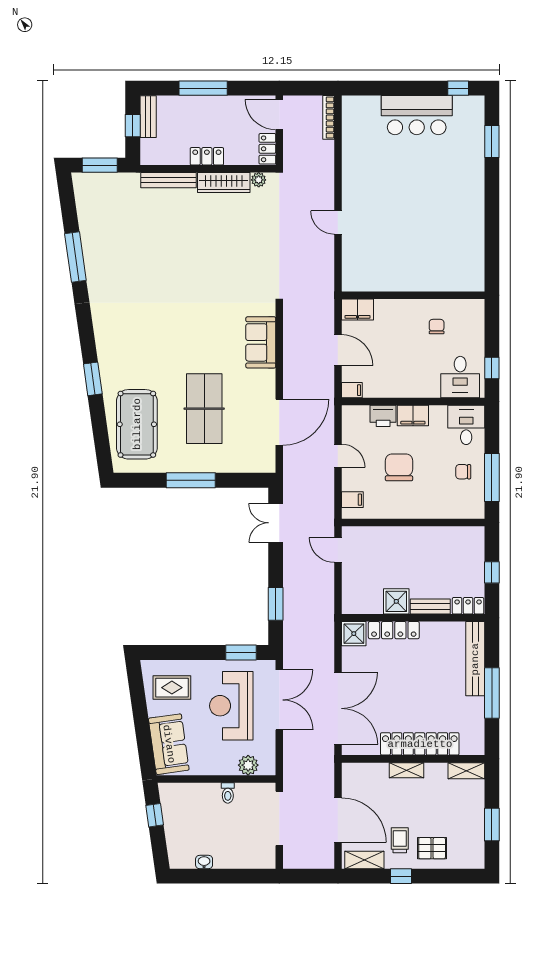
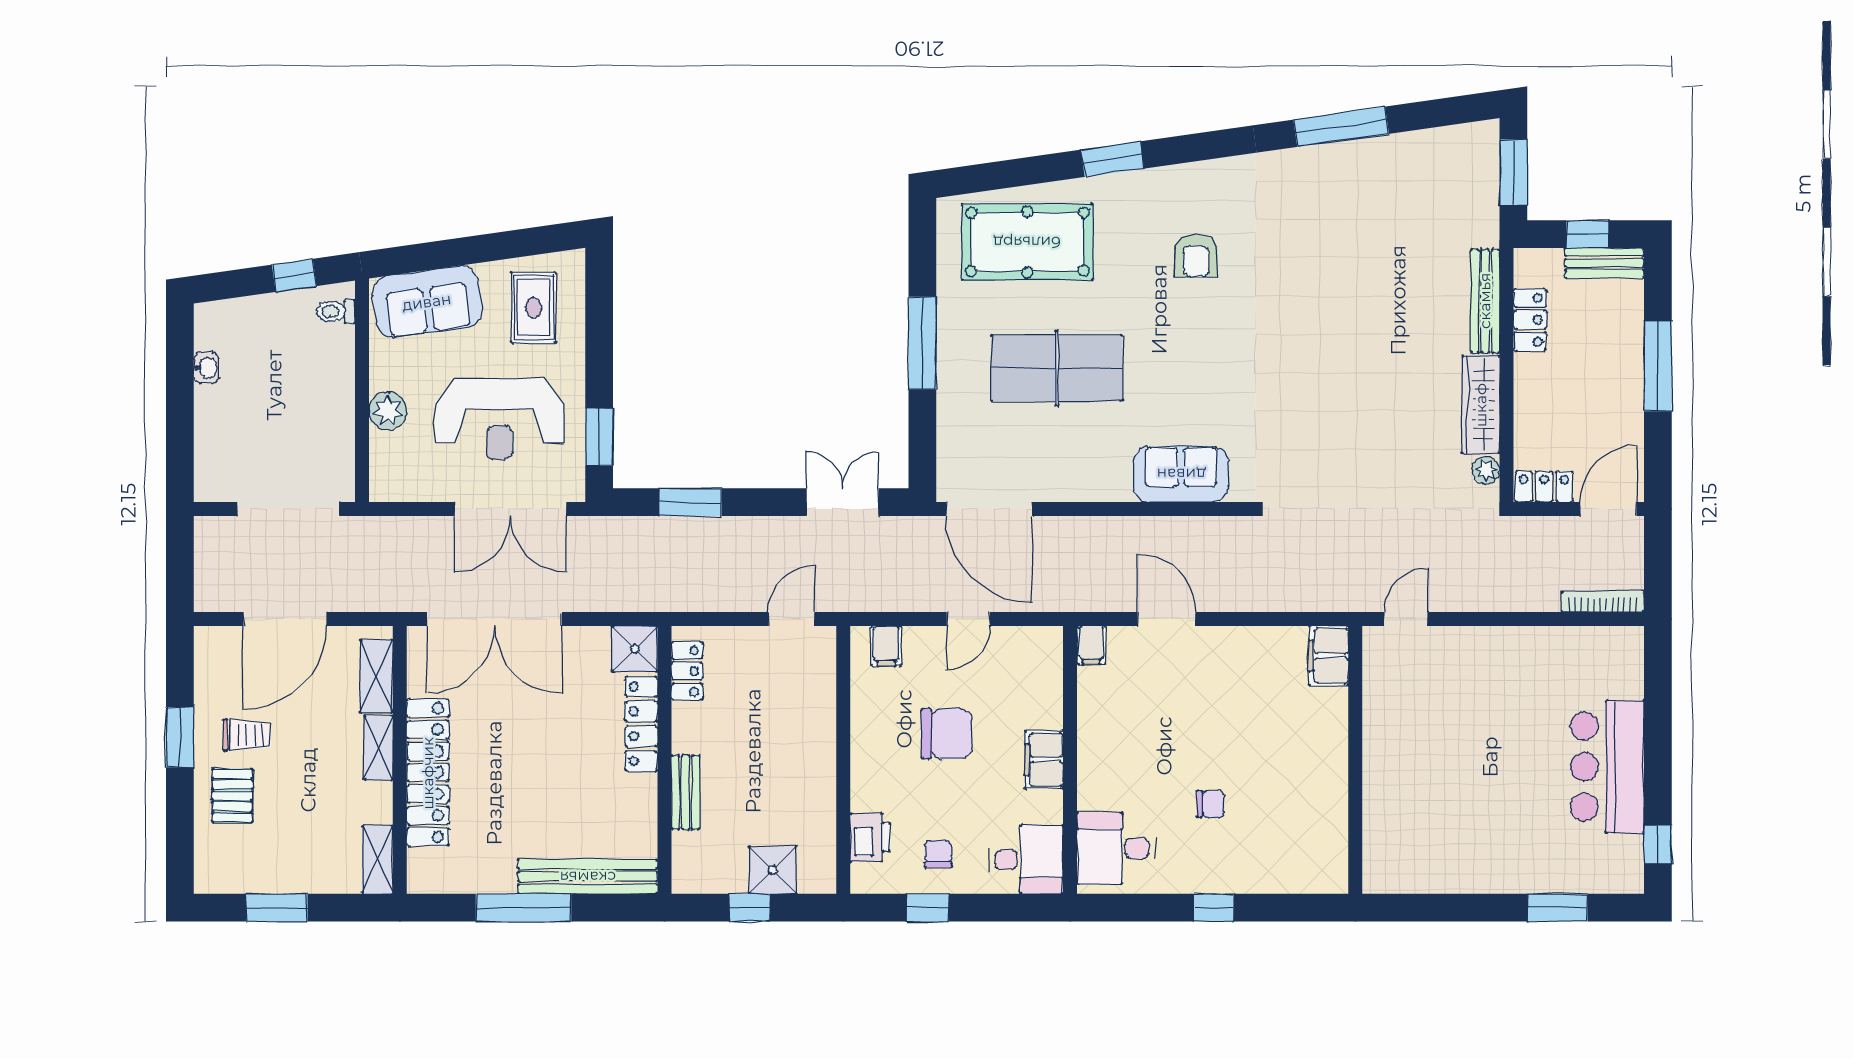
locker: (207, 156) -> (1530, 320), moved
wall: (413, 295) -> (1355, 760), moved
filing cabinet: (358, 309) -> (1329, 656), moved
armchair: (144, 334) -> (1196, 255), added
door: (338, 350) -> (1167, 619), swing flipped
window: (492, 368) -> (1214, 908), moved
printer: (383, 416) -> (870, 837), moved, turned 180
door: (279, 422) -> (989, 509), moved
window: (492, 477) -> (928, 908), width x0.46
shower: (396, 601) -> (773, 870), moved
locker: (468, 606) -> (687, 671), moved
reception desk: (231, 706) -> (499, 419), turned 180
plant: (248, 765) -> (388, 411), moved
toilet: (228, 793) -> (336, 311), moved
shelving: (364, 860) -> (377, 676), moved
window: (401, 876) -> (180, 737), width x1.50

